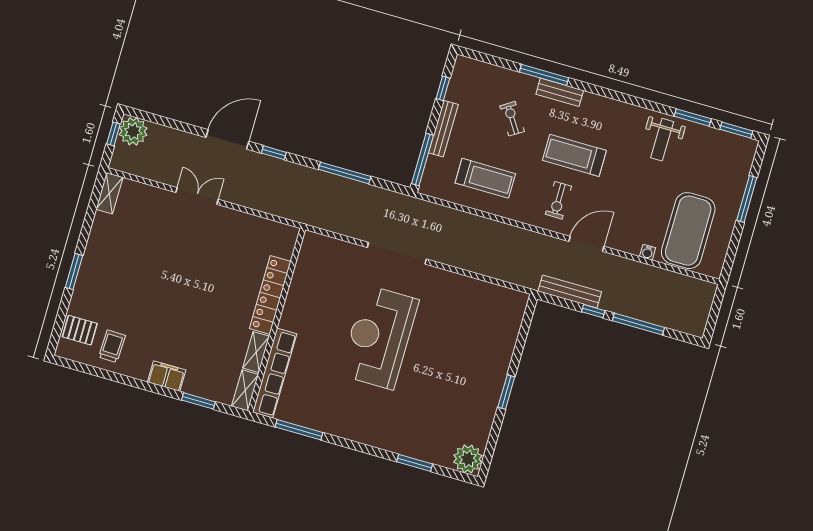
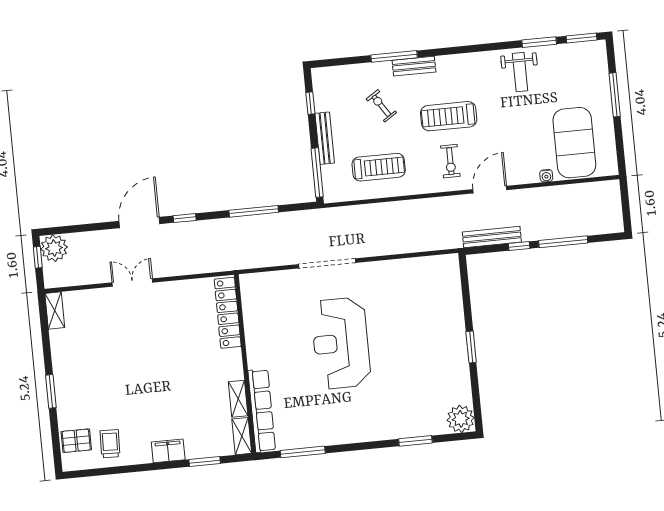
locker: (270, 295) -> (228, 313), moved

